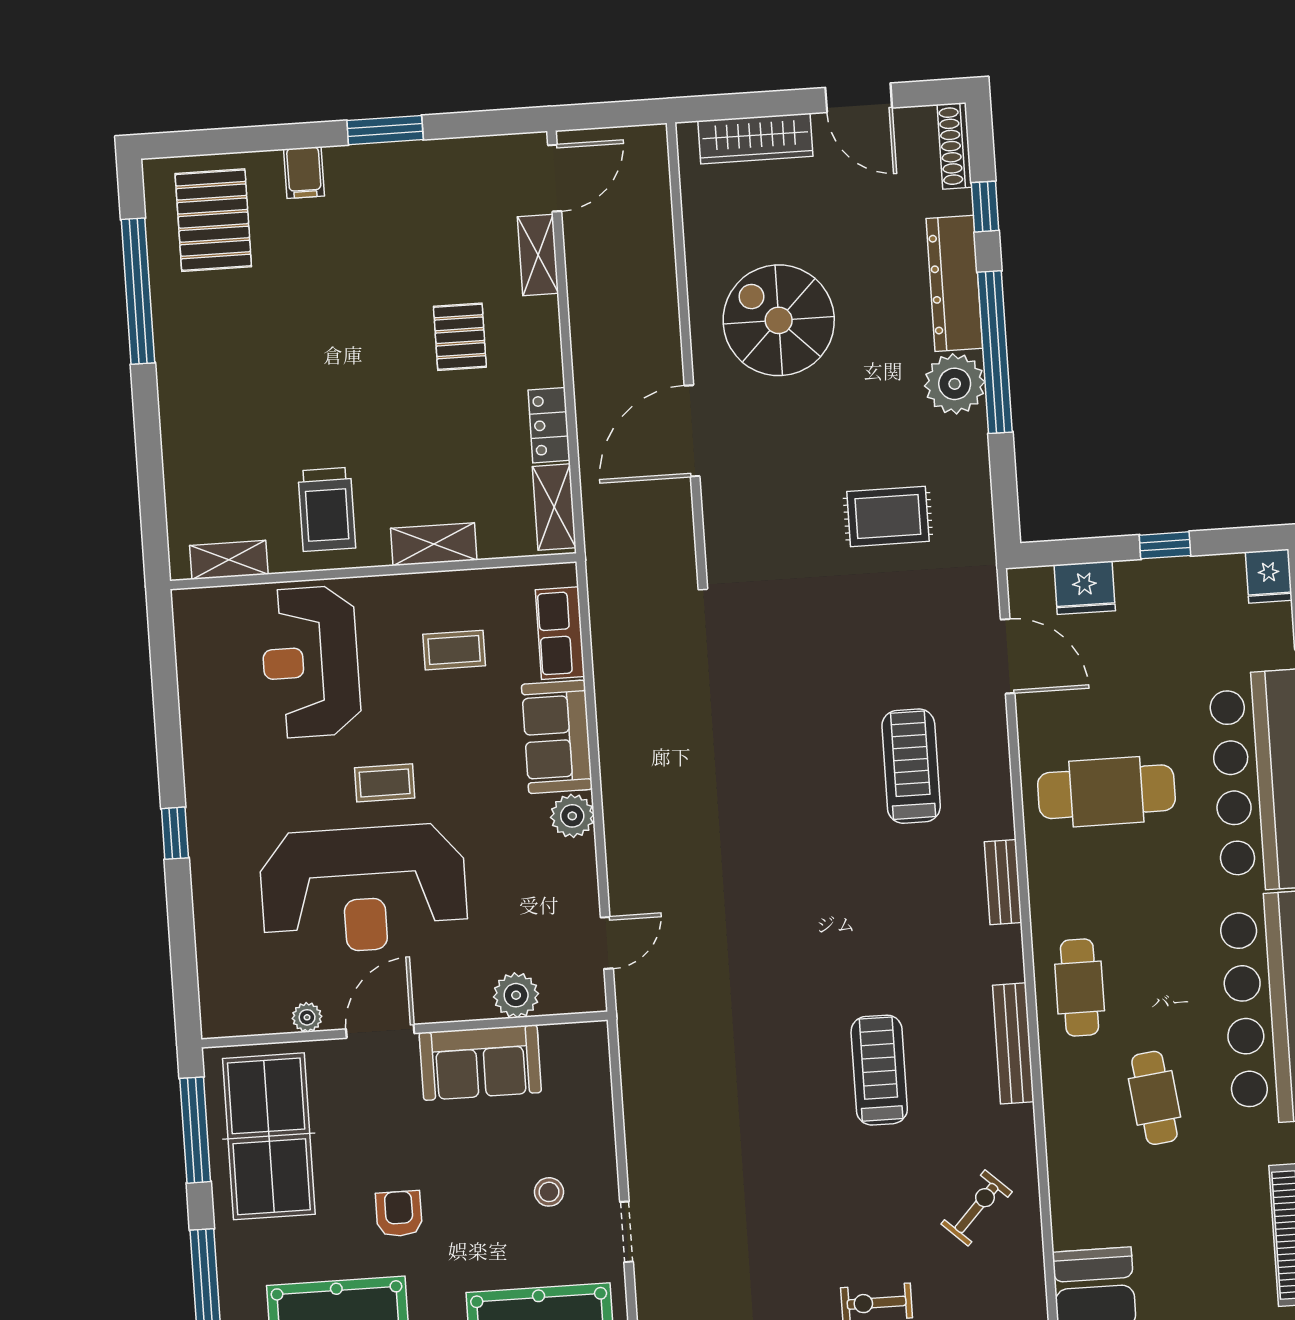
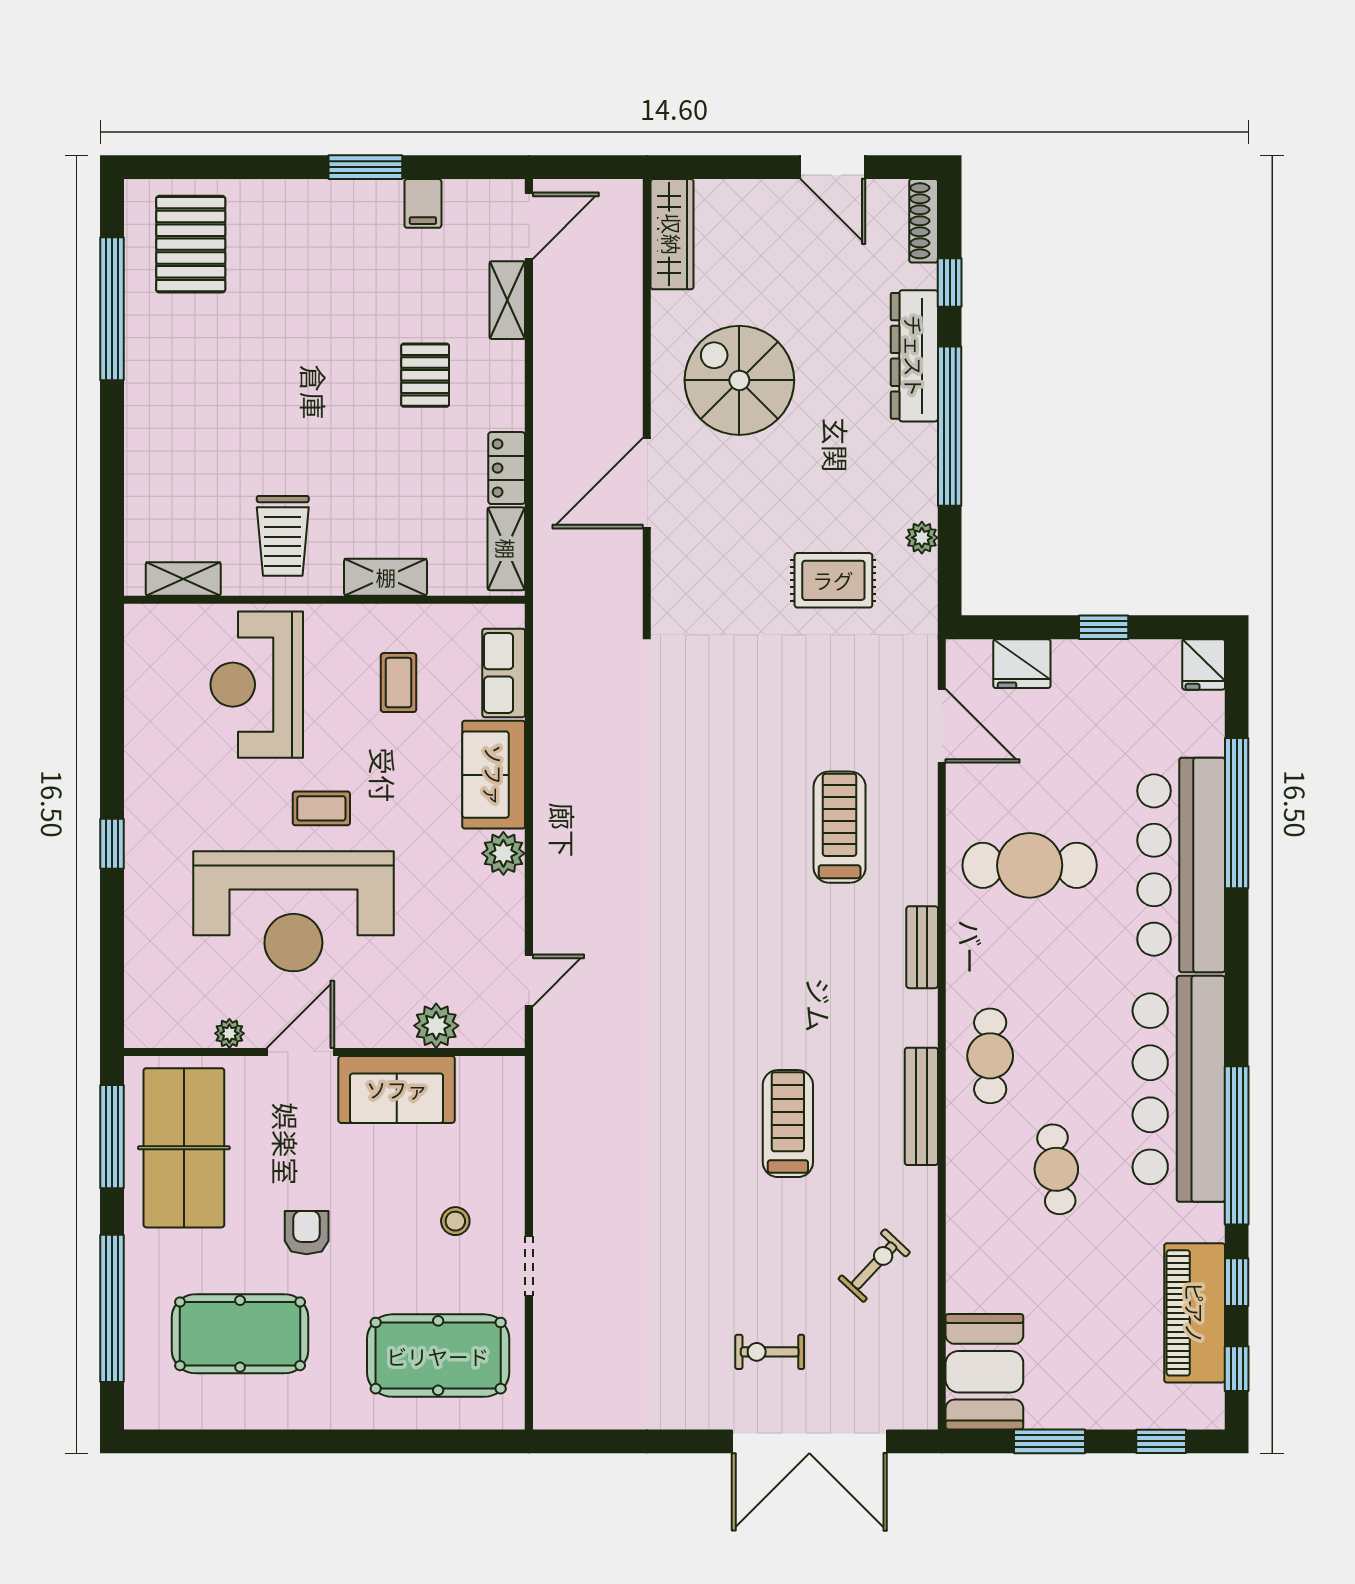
wardrobe: (755, 139) -> (672, 234), moved, turned -90
filing cabinet: (304, 173) -> (423, 203), moved
plant: (955, 384) -> (922, 538), moved, width x0.53, depth x0.53
coffee table: (454, 650) -> (399, 683), turned 90

